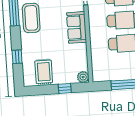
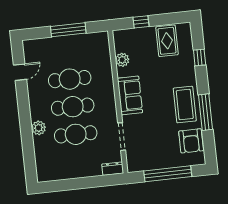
plant: (83, 77) -> (122, 60), moved

